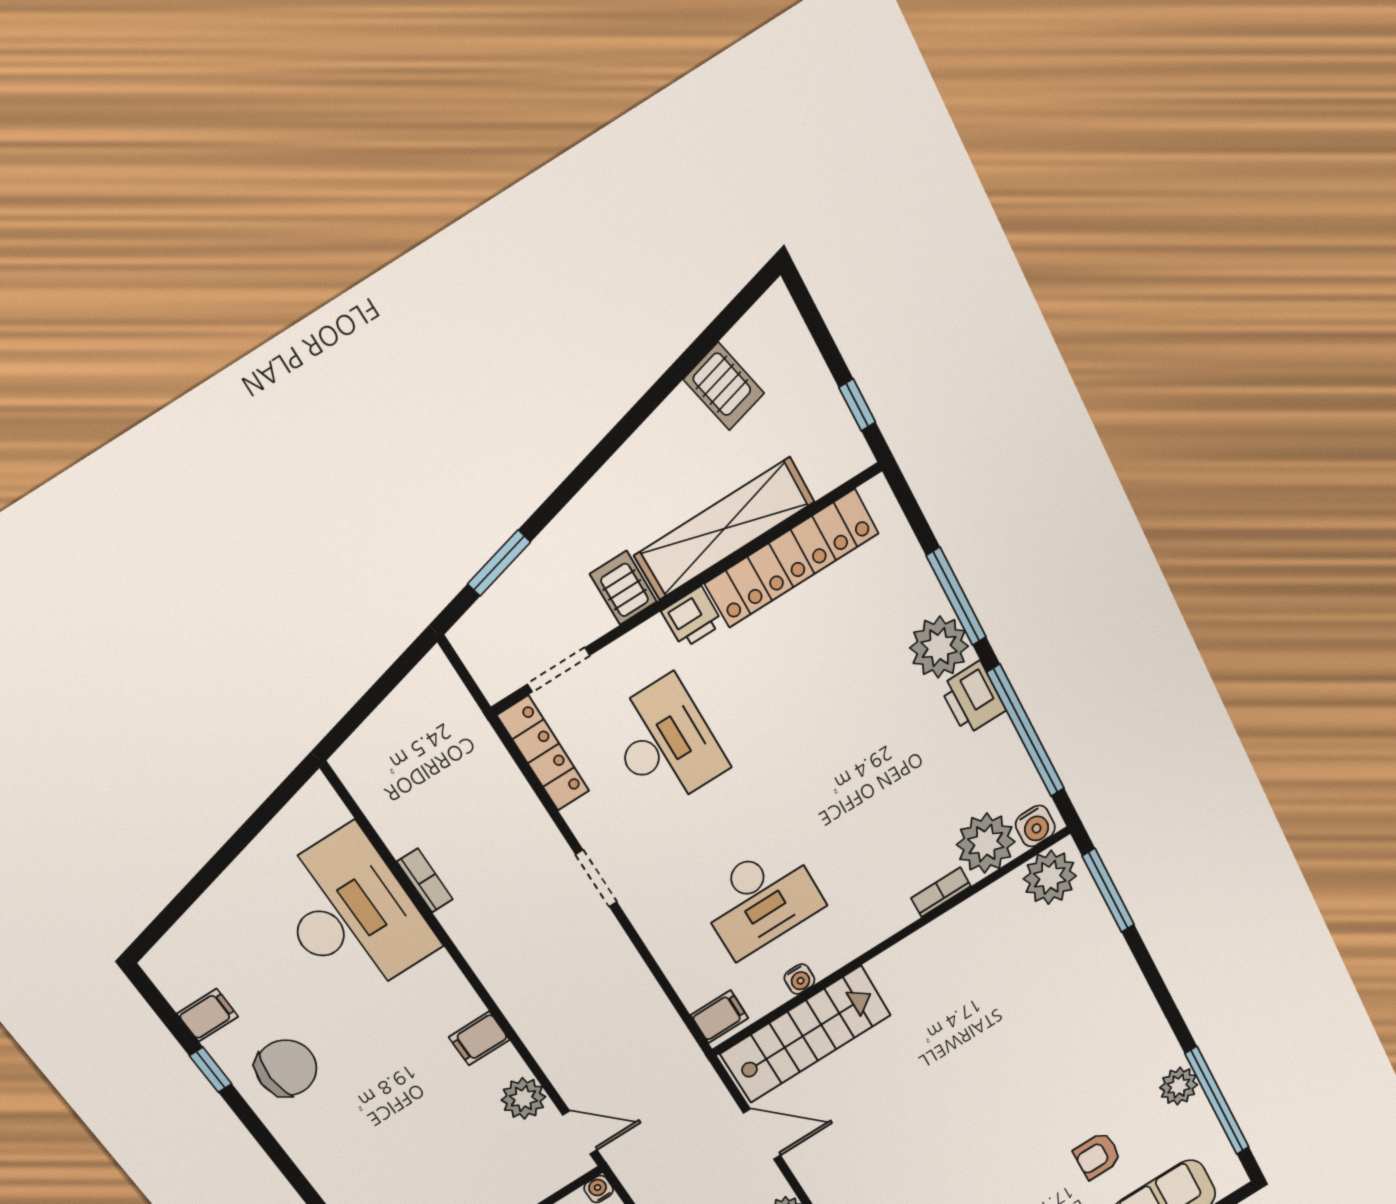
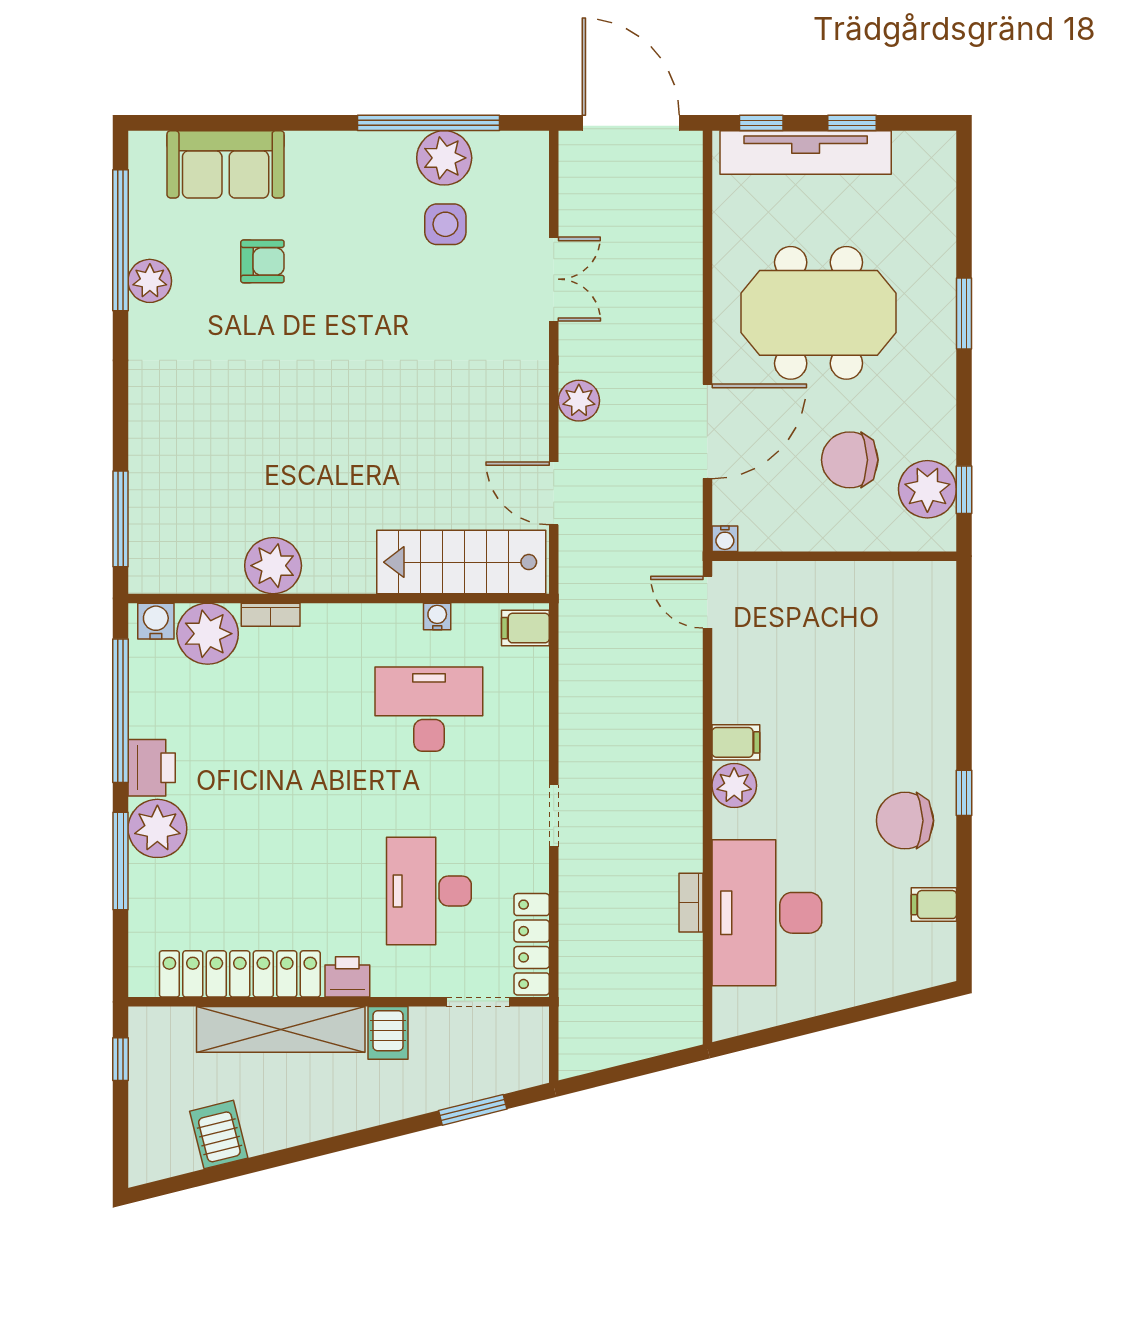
plant: (1050, 877) -> (273, 566), moved
window: (211, 1070) -> (964, 793), moved
plant: (523, 1098) -> (734, 785), moved

